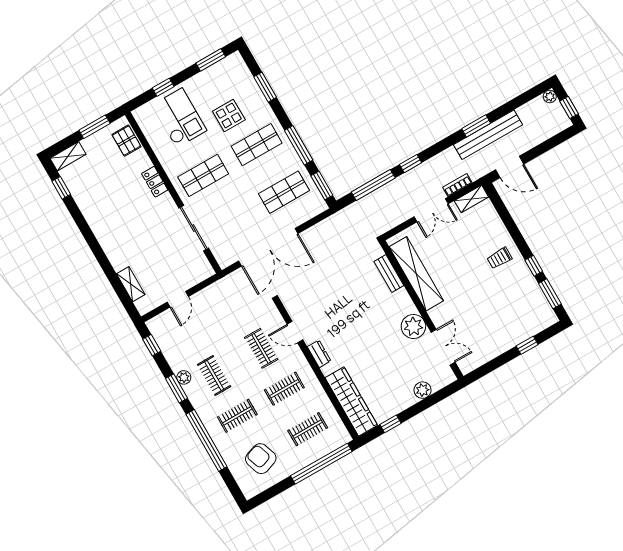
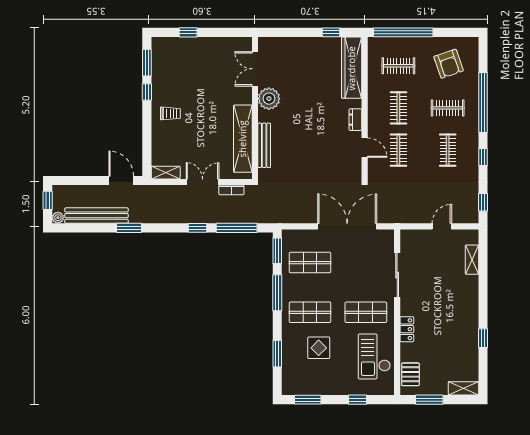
checkout: (179, 118) -> (374, 356), moved
bench: (488, 135) -> (96, 216), moved
bookcase: (457, 185) -> (231, 190), moved
window: (61, 188) -> (483, 338), moved
bench: (389, 273) -> (264, 145), width x1.36
plant: (184, 377) -> (472, 162), removed
window: (177, 388) -> (483, 157), width x0.67
clothes rail: (284, 389) -> (398, 108), turned 90
plant: (423, 390) -> (291, 44), removed

